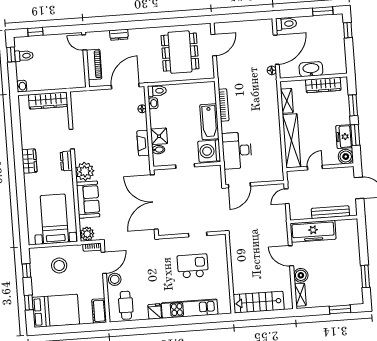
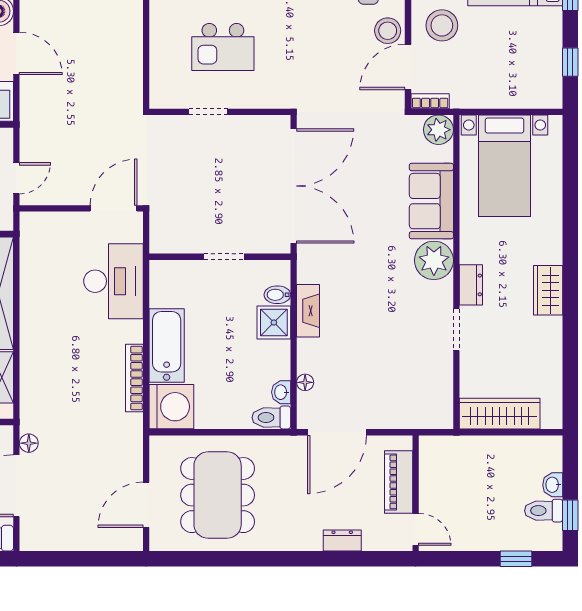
washbasin: (22, 86) -> (553, 485), moved
washing machine: (209, 151) -> (171, 407), moved
stool: (59, 266) -> (442, 25), moved

